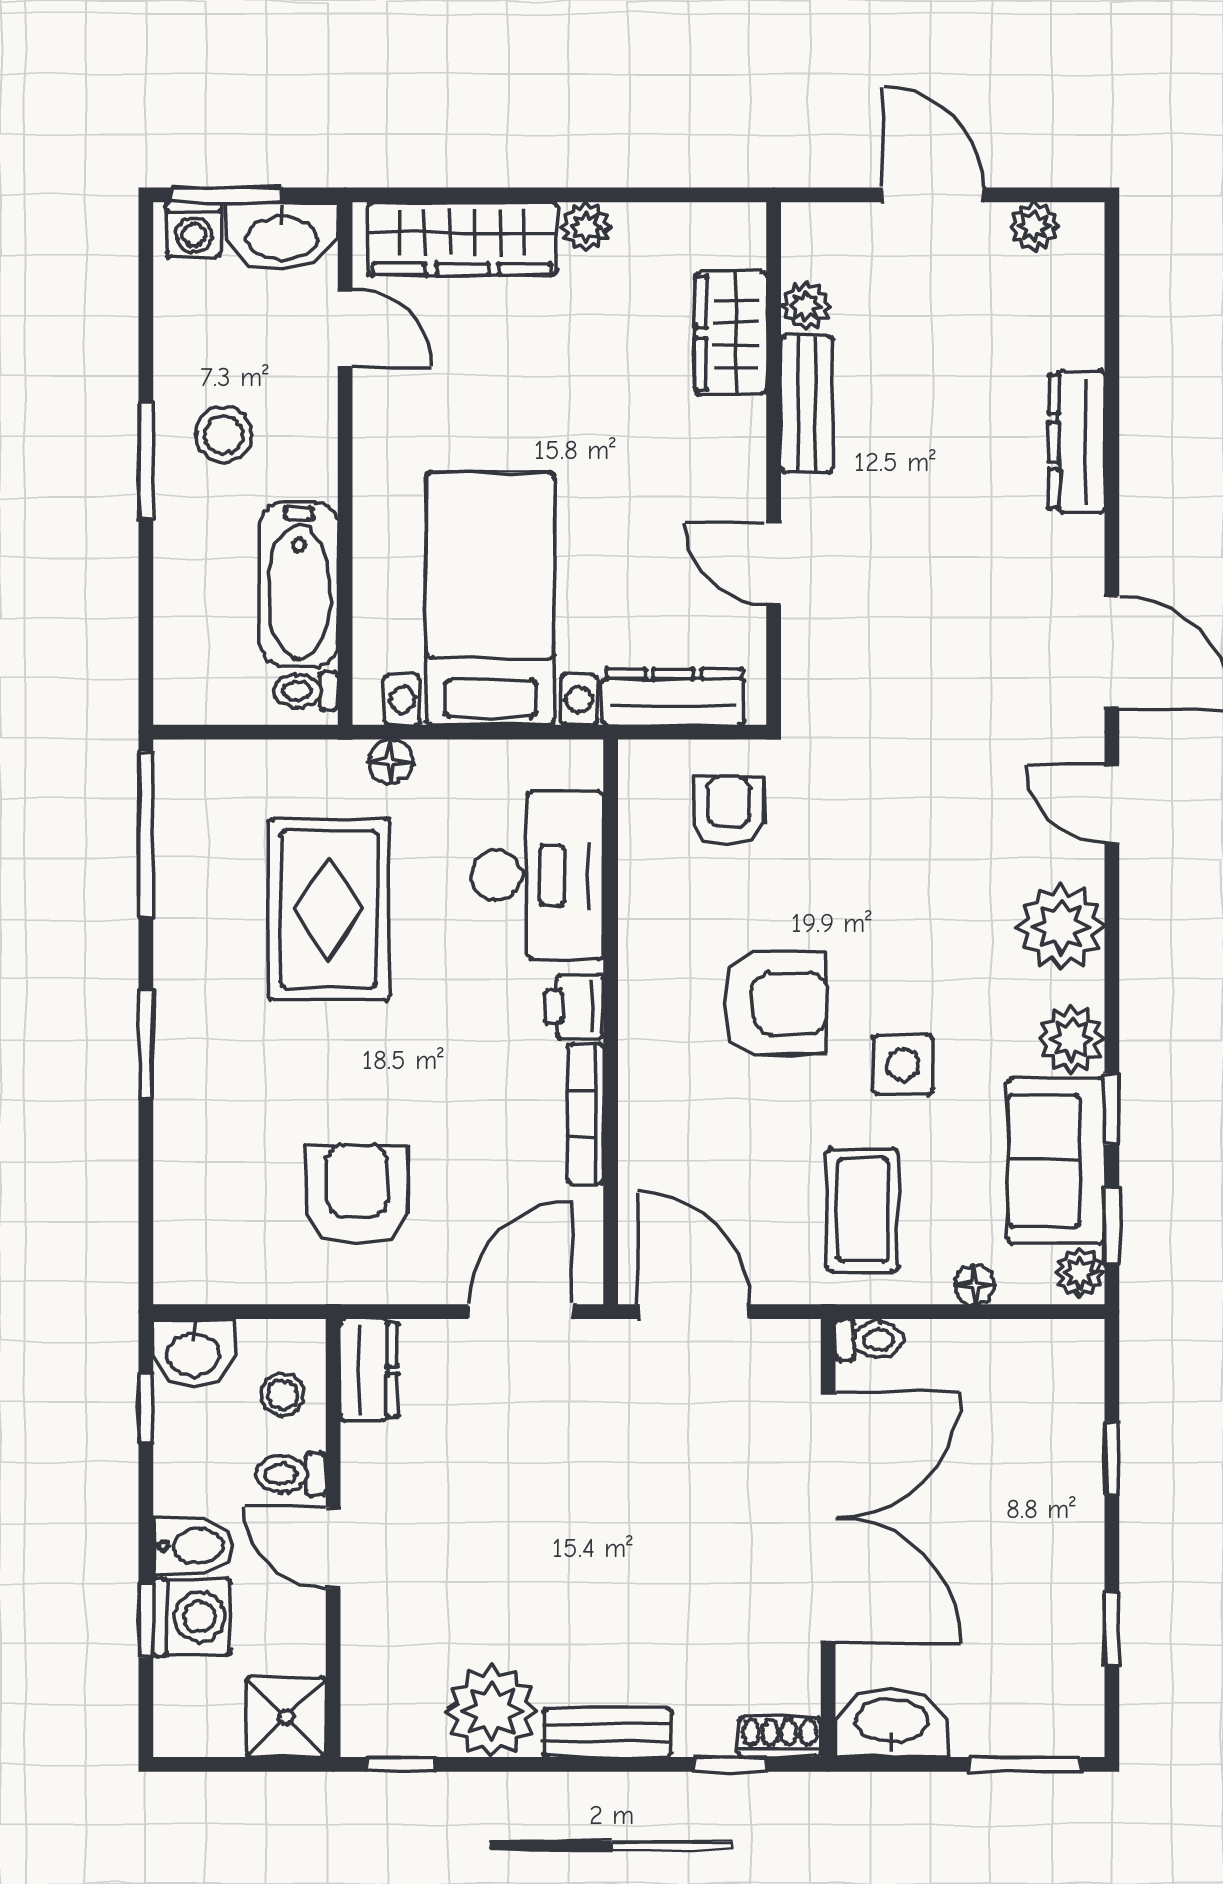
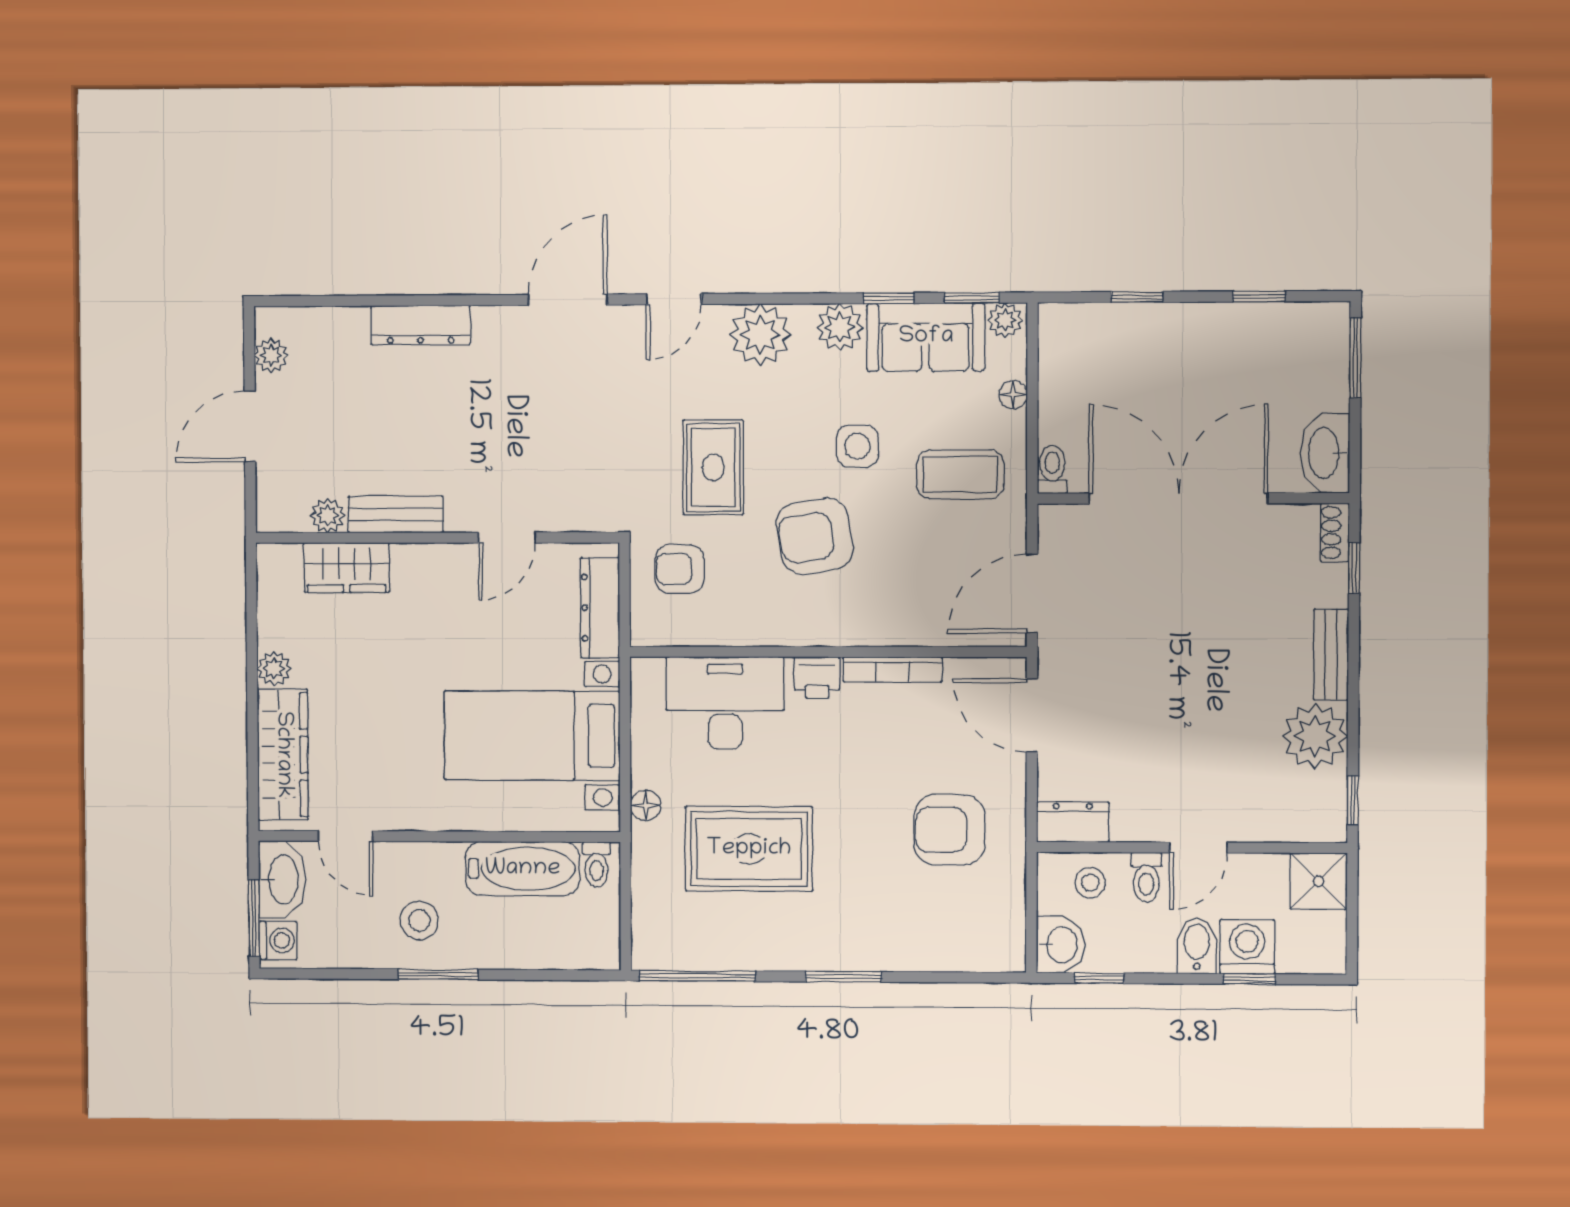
door: (345, 328) -> (345, 836), swing flipped
rug: (873, 859) -> (713, 467), added
armchair: (775, 1004) -> (815, 536), turned -98

